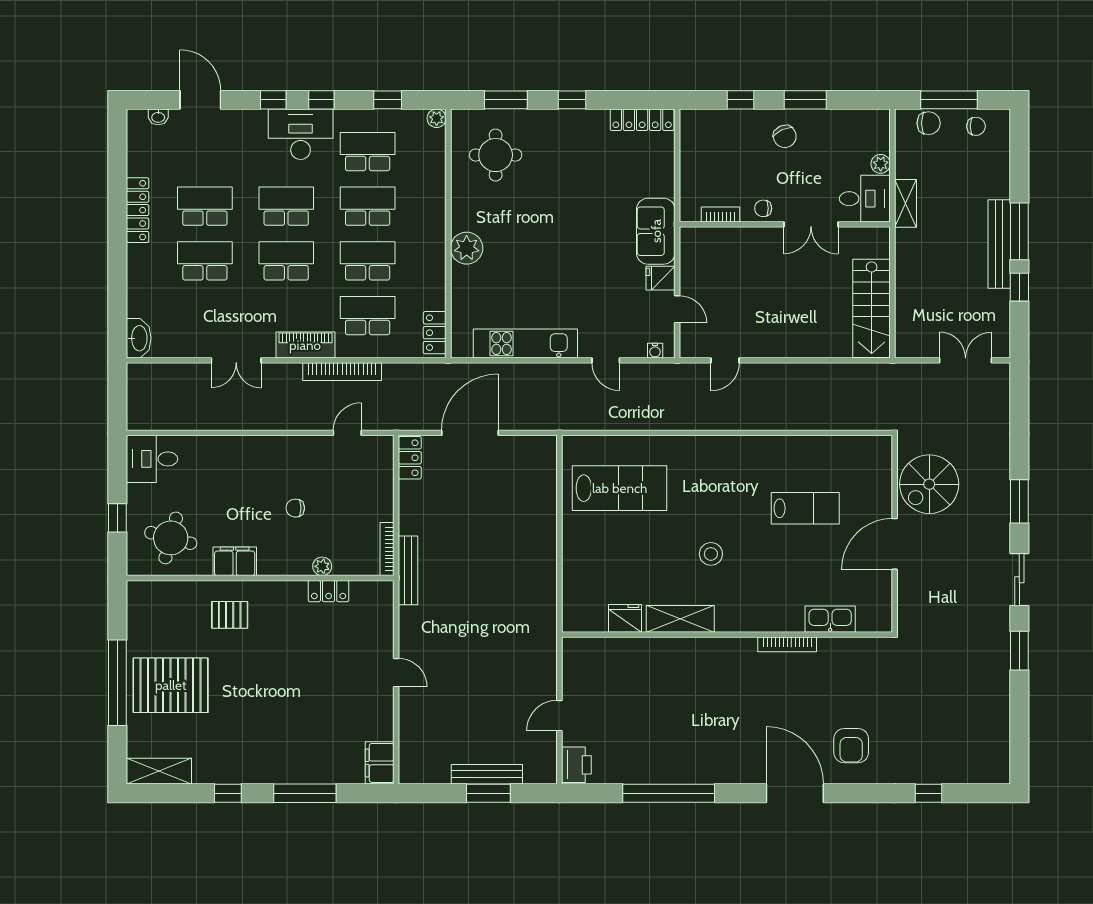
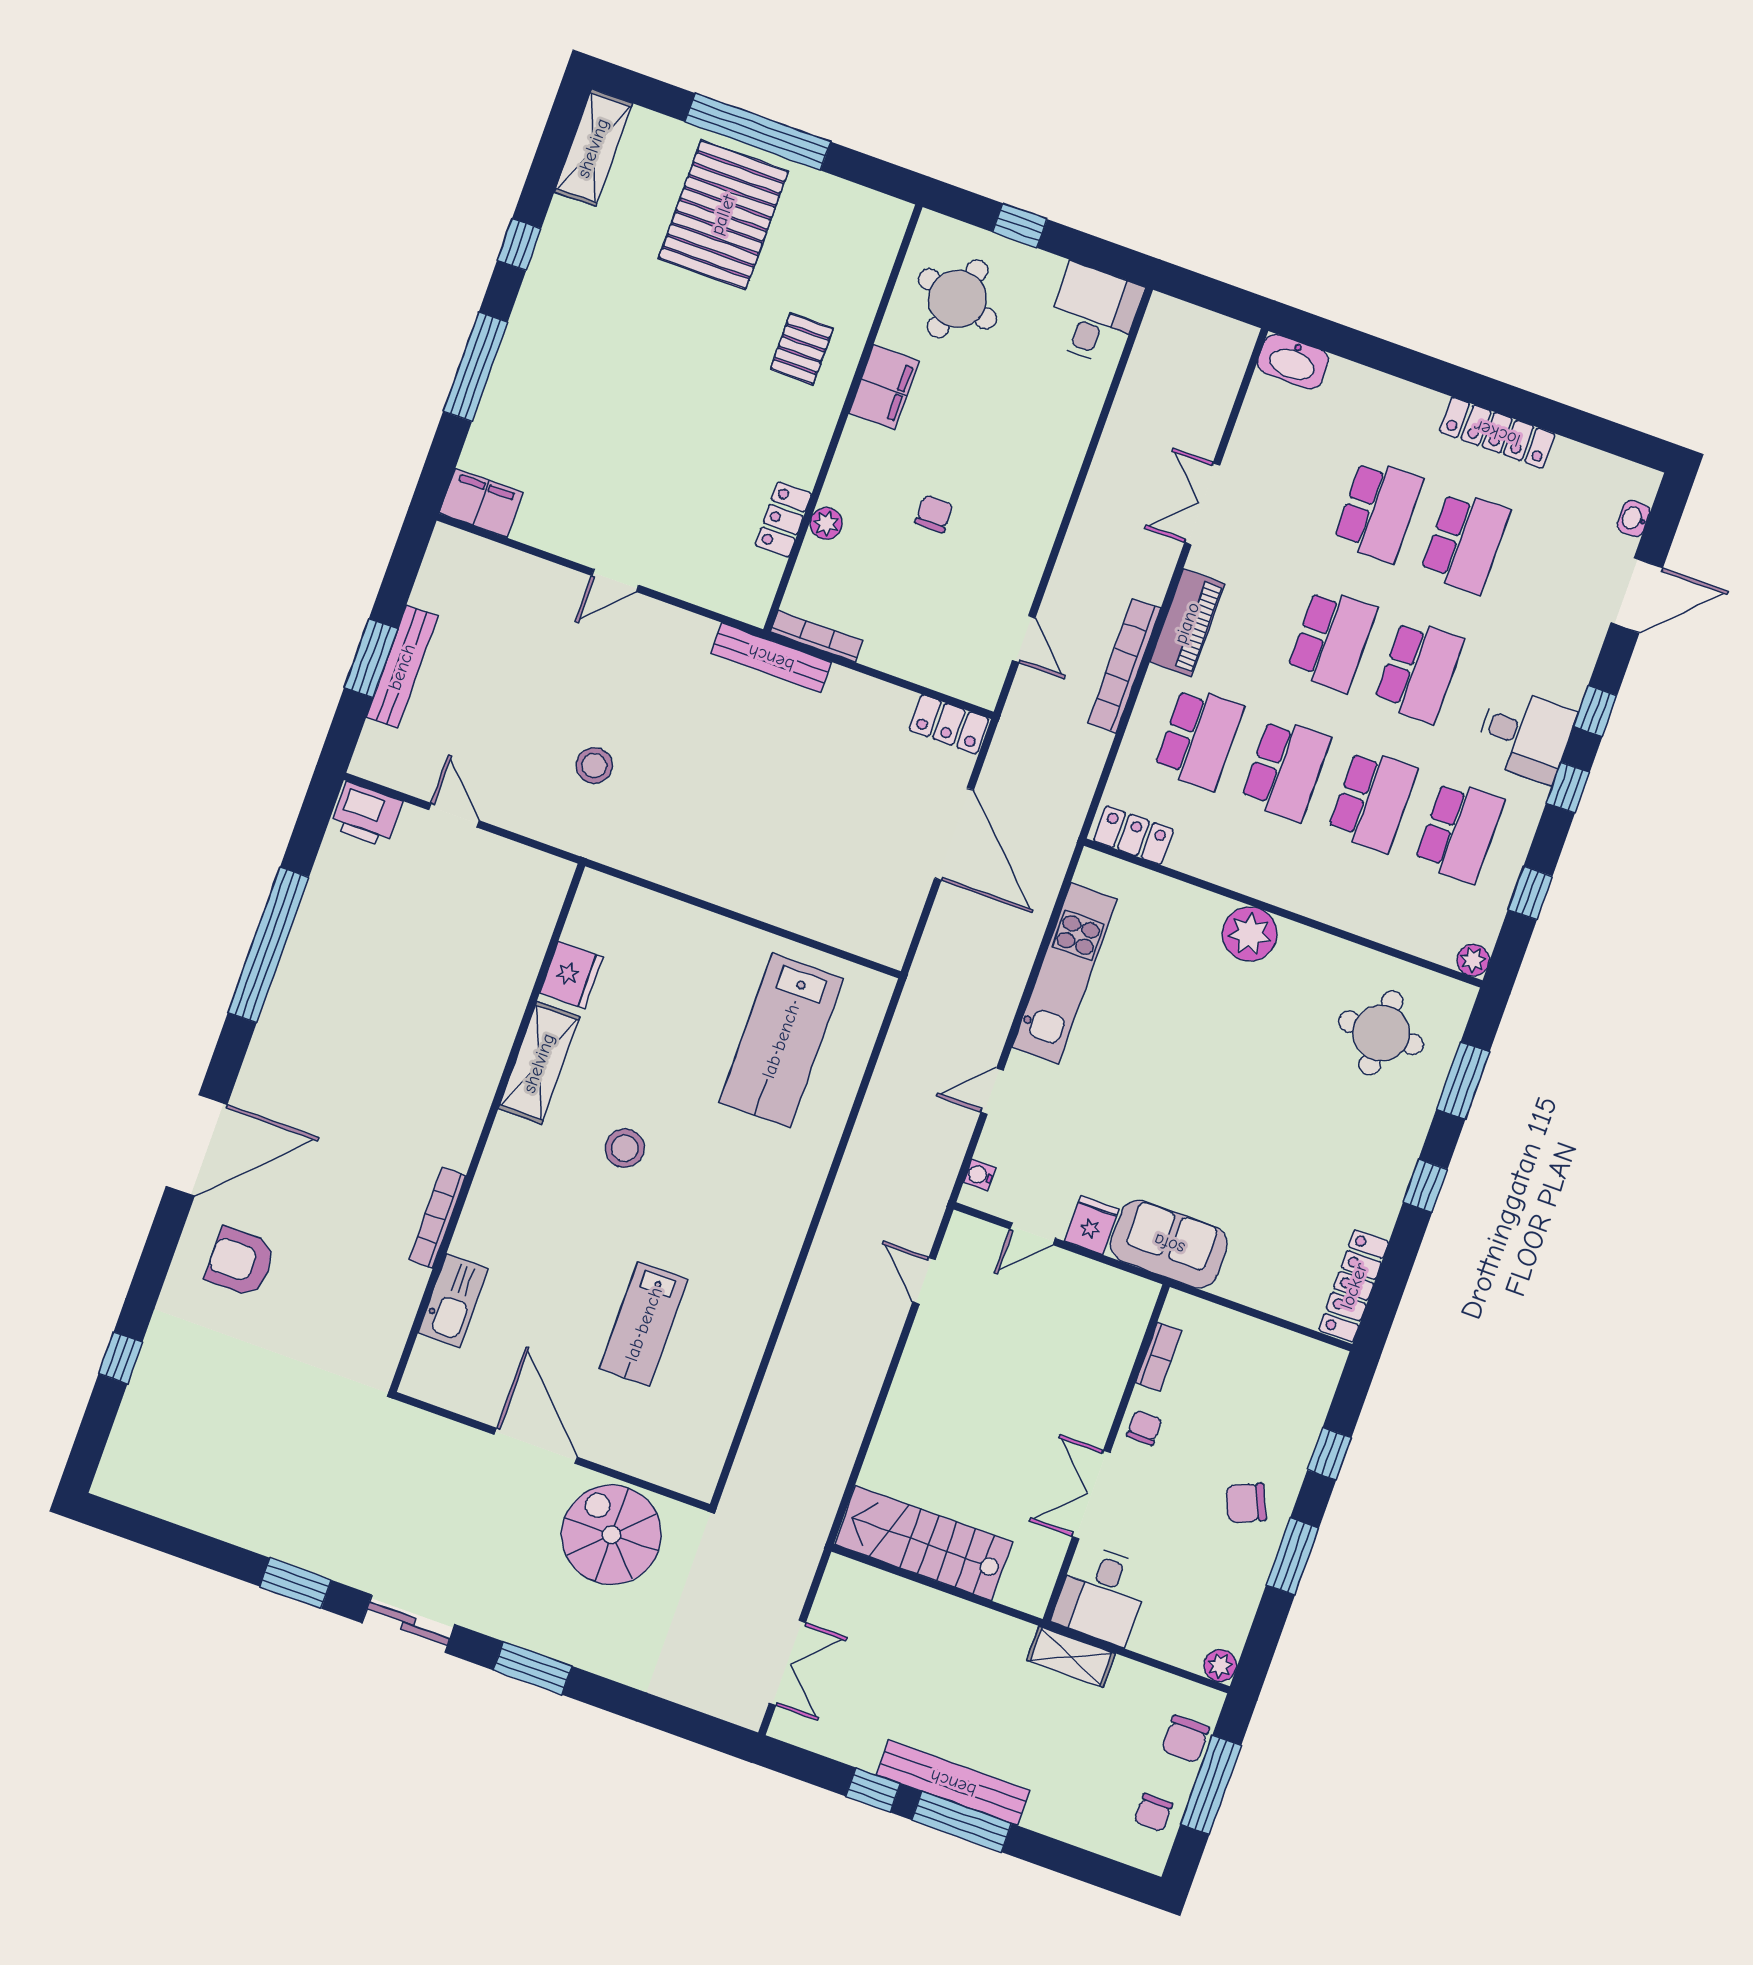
desk: (301, 134) -> (1525, 735), width x0.73
plant: (881, 164) -> (1220, 1666), moved
stool: (504, 647) -> (594, 765), added

